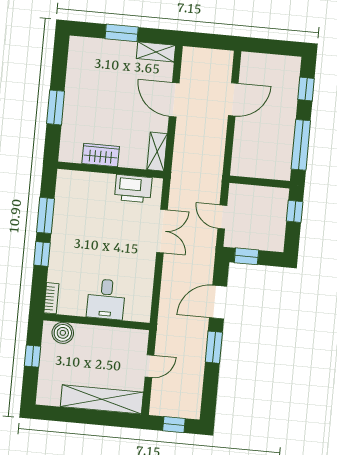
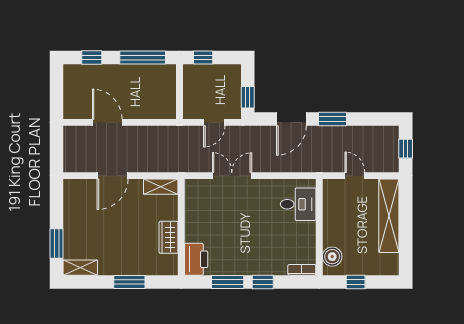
window: (122, 33) -> (57, 243), moved
shelving: (156, 52) -> (80, 268), moved, turned 90
printer: (133, 189) -> (196, 259), moved
desk: (106, 299) -> (298, 204), moved
door: (218, 302) -> (291, 119), hinge flipped

